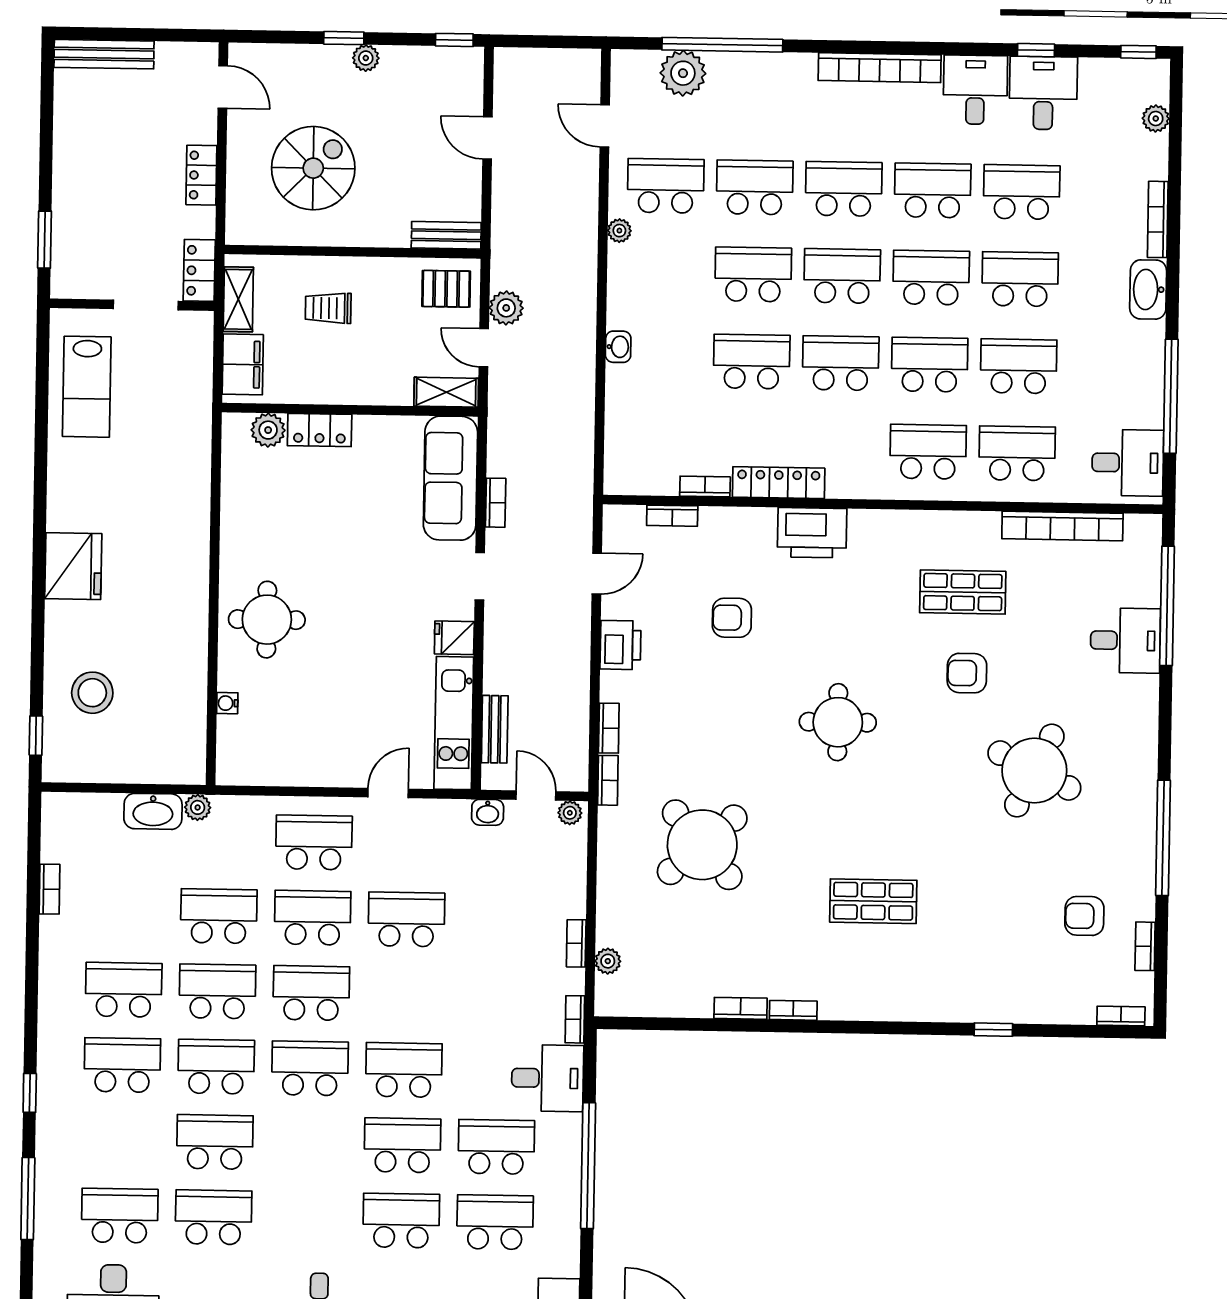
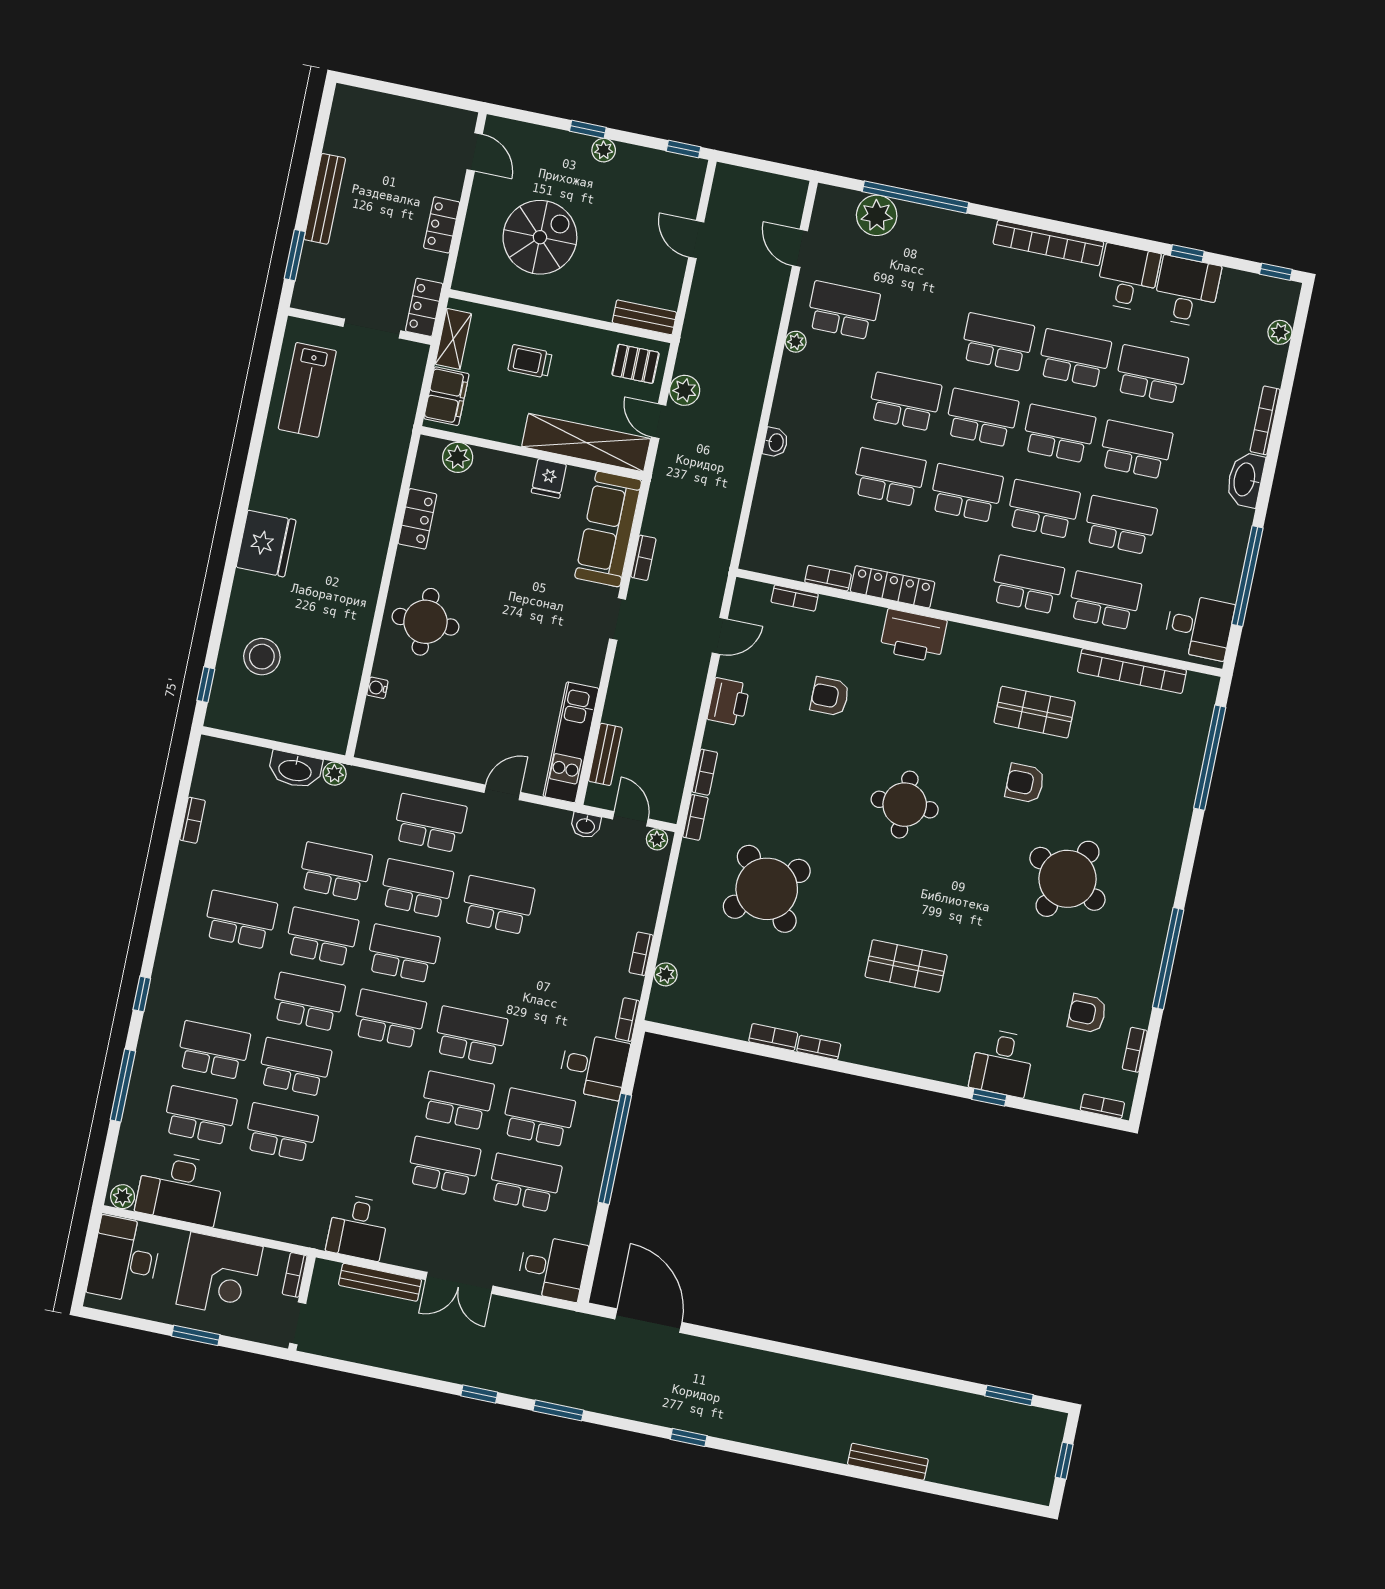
bench: (104, 54) -> (325, 199), moved, turned 90
school desk: (755, 187) -> (920, 326), removed
shelving: (446, 392) -> (586, 443), width x2.20, depth x1.33
locker: (320, 430) -> (417, 519), moved, turned -90
fridge: (454, 638) -> (549, 479), moved, turned -90
desk: (1125, 640) -> (1002, 1063), moved, turned 90
school desk: (122, 1065) -> (213, 1050), moved

